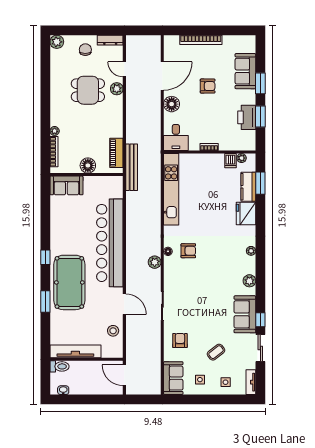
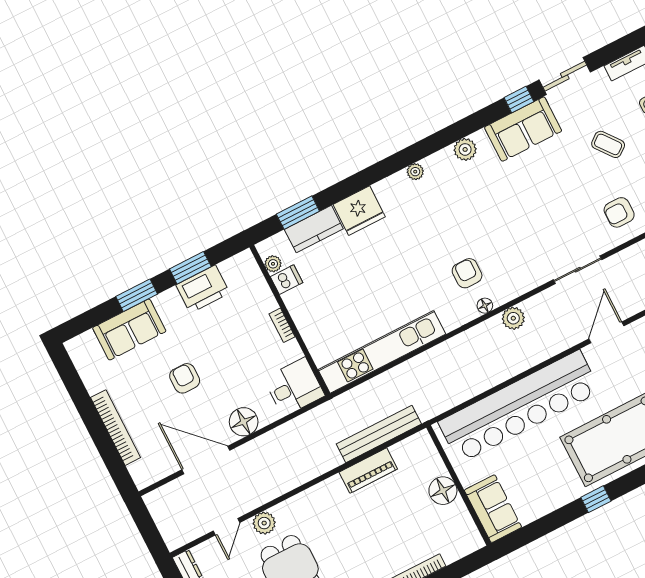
floor lamp: (88, 165) -> (443, 491), moved
wall: (86, 175) -> (459, 485), moved
sofa: (66, 185) -> (493, 509), moved

